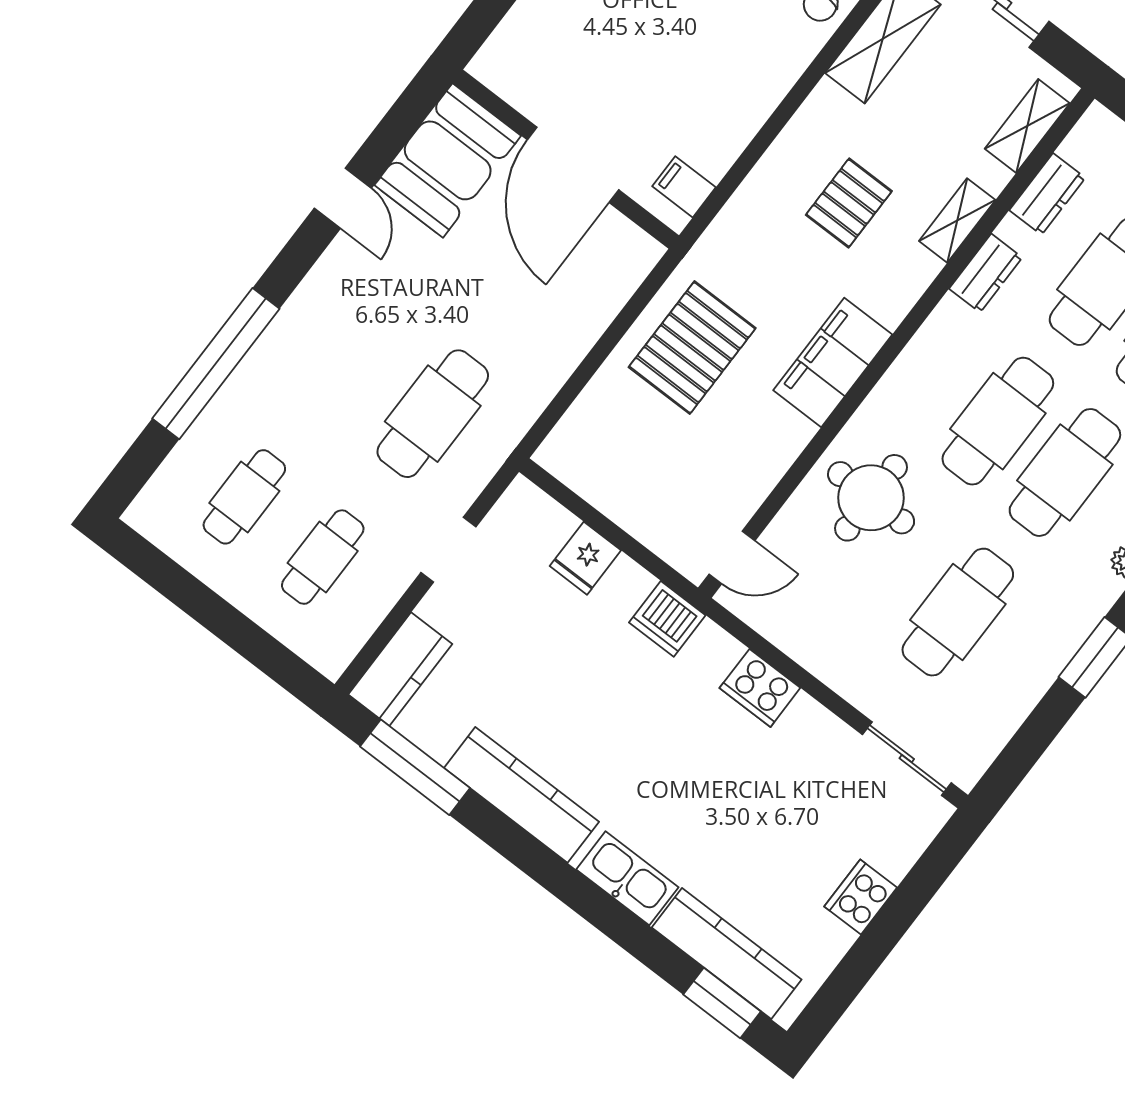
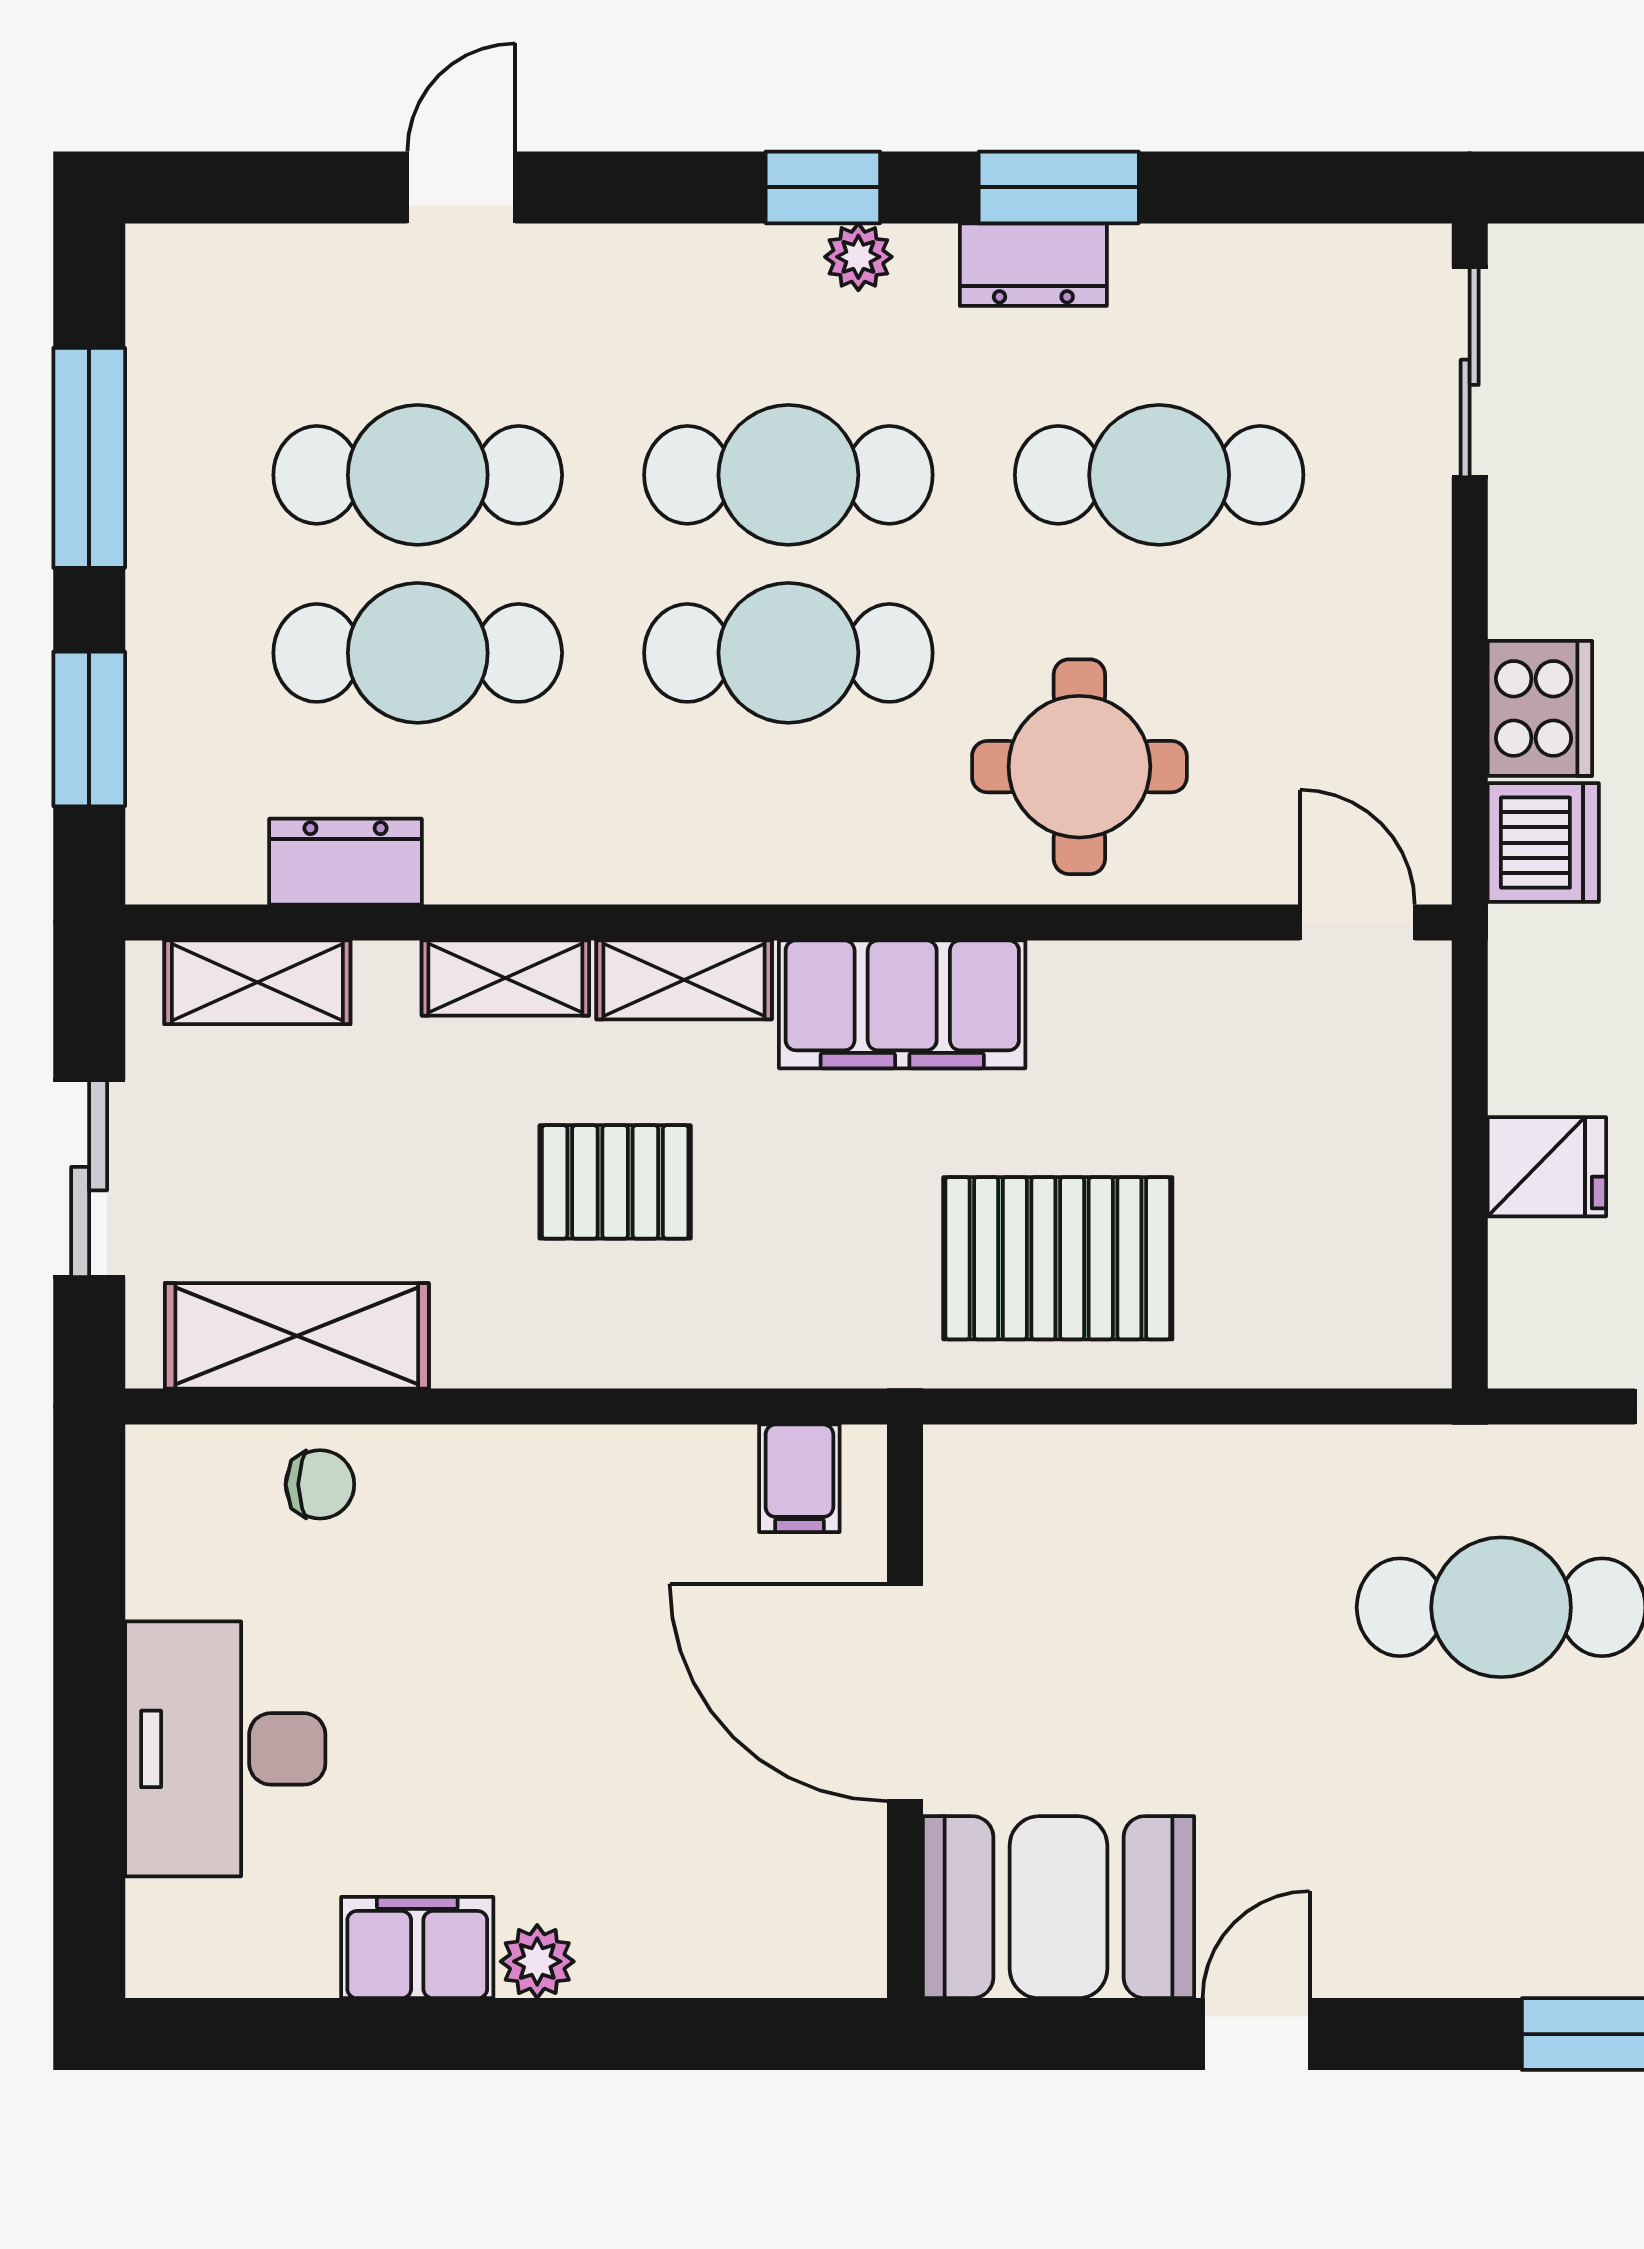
door: (573, 165) -> (905, 1692), swing flipped
dresser: (986, 273) -> (1033, 265), moved, turned 180
shelving: (905, 287) -> (684, 980), added
dishwasher: (667, 619) -> (1543, 843), moved

